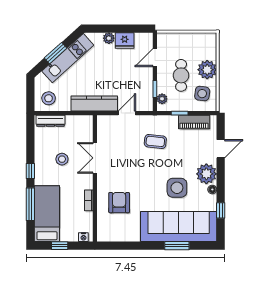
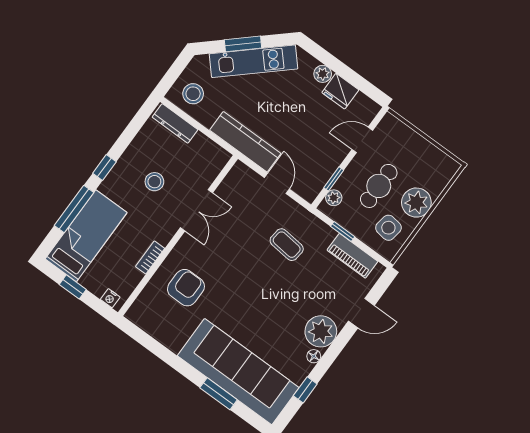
door: (127, 113) -> (277, 183), hinge flipped
double door: (95, 158) -> (196, 210), swing flipped
side table: (177, 188) -> (271, 322), removed

